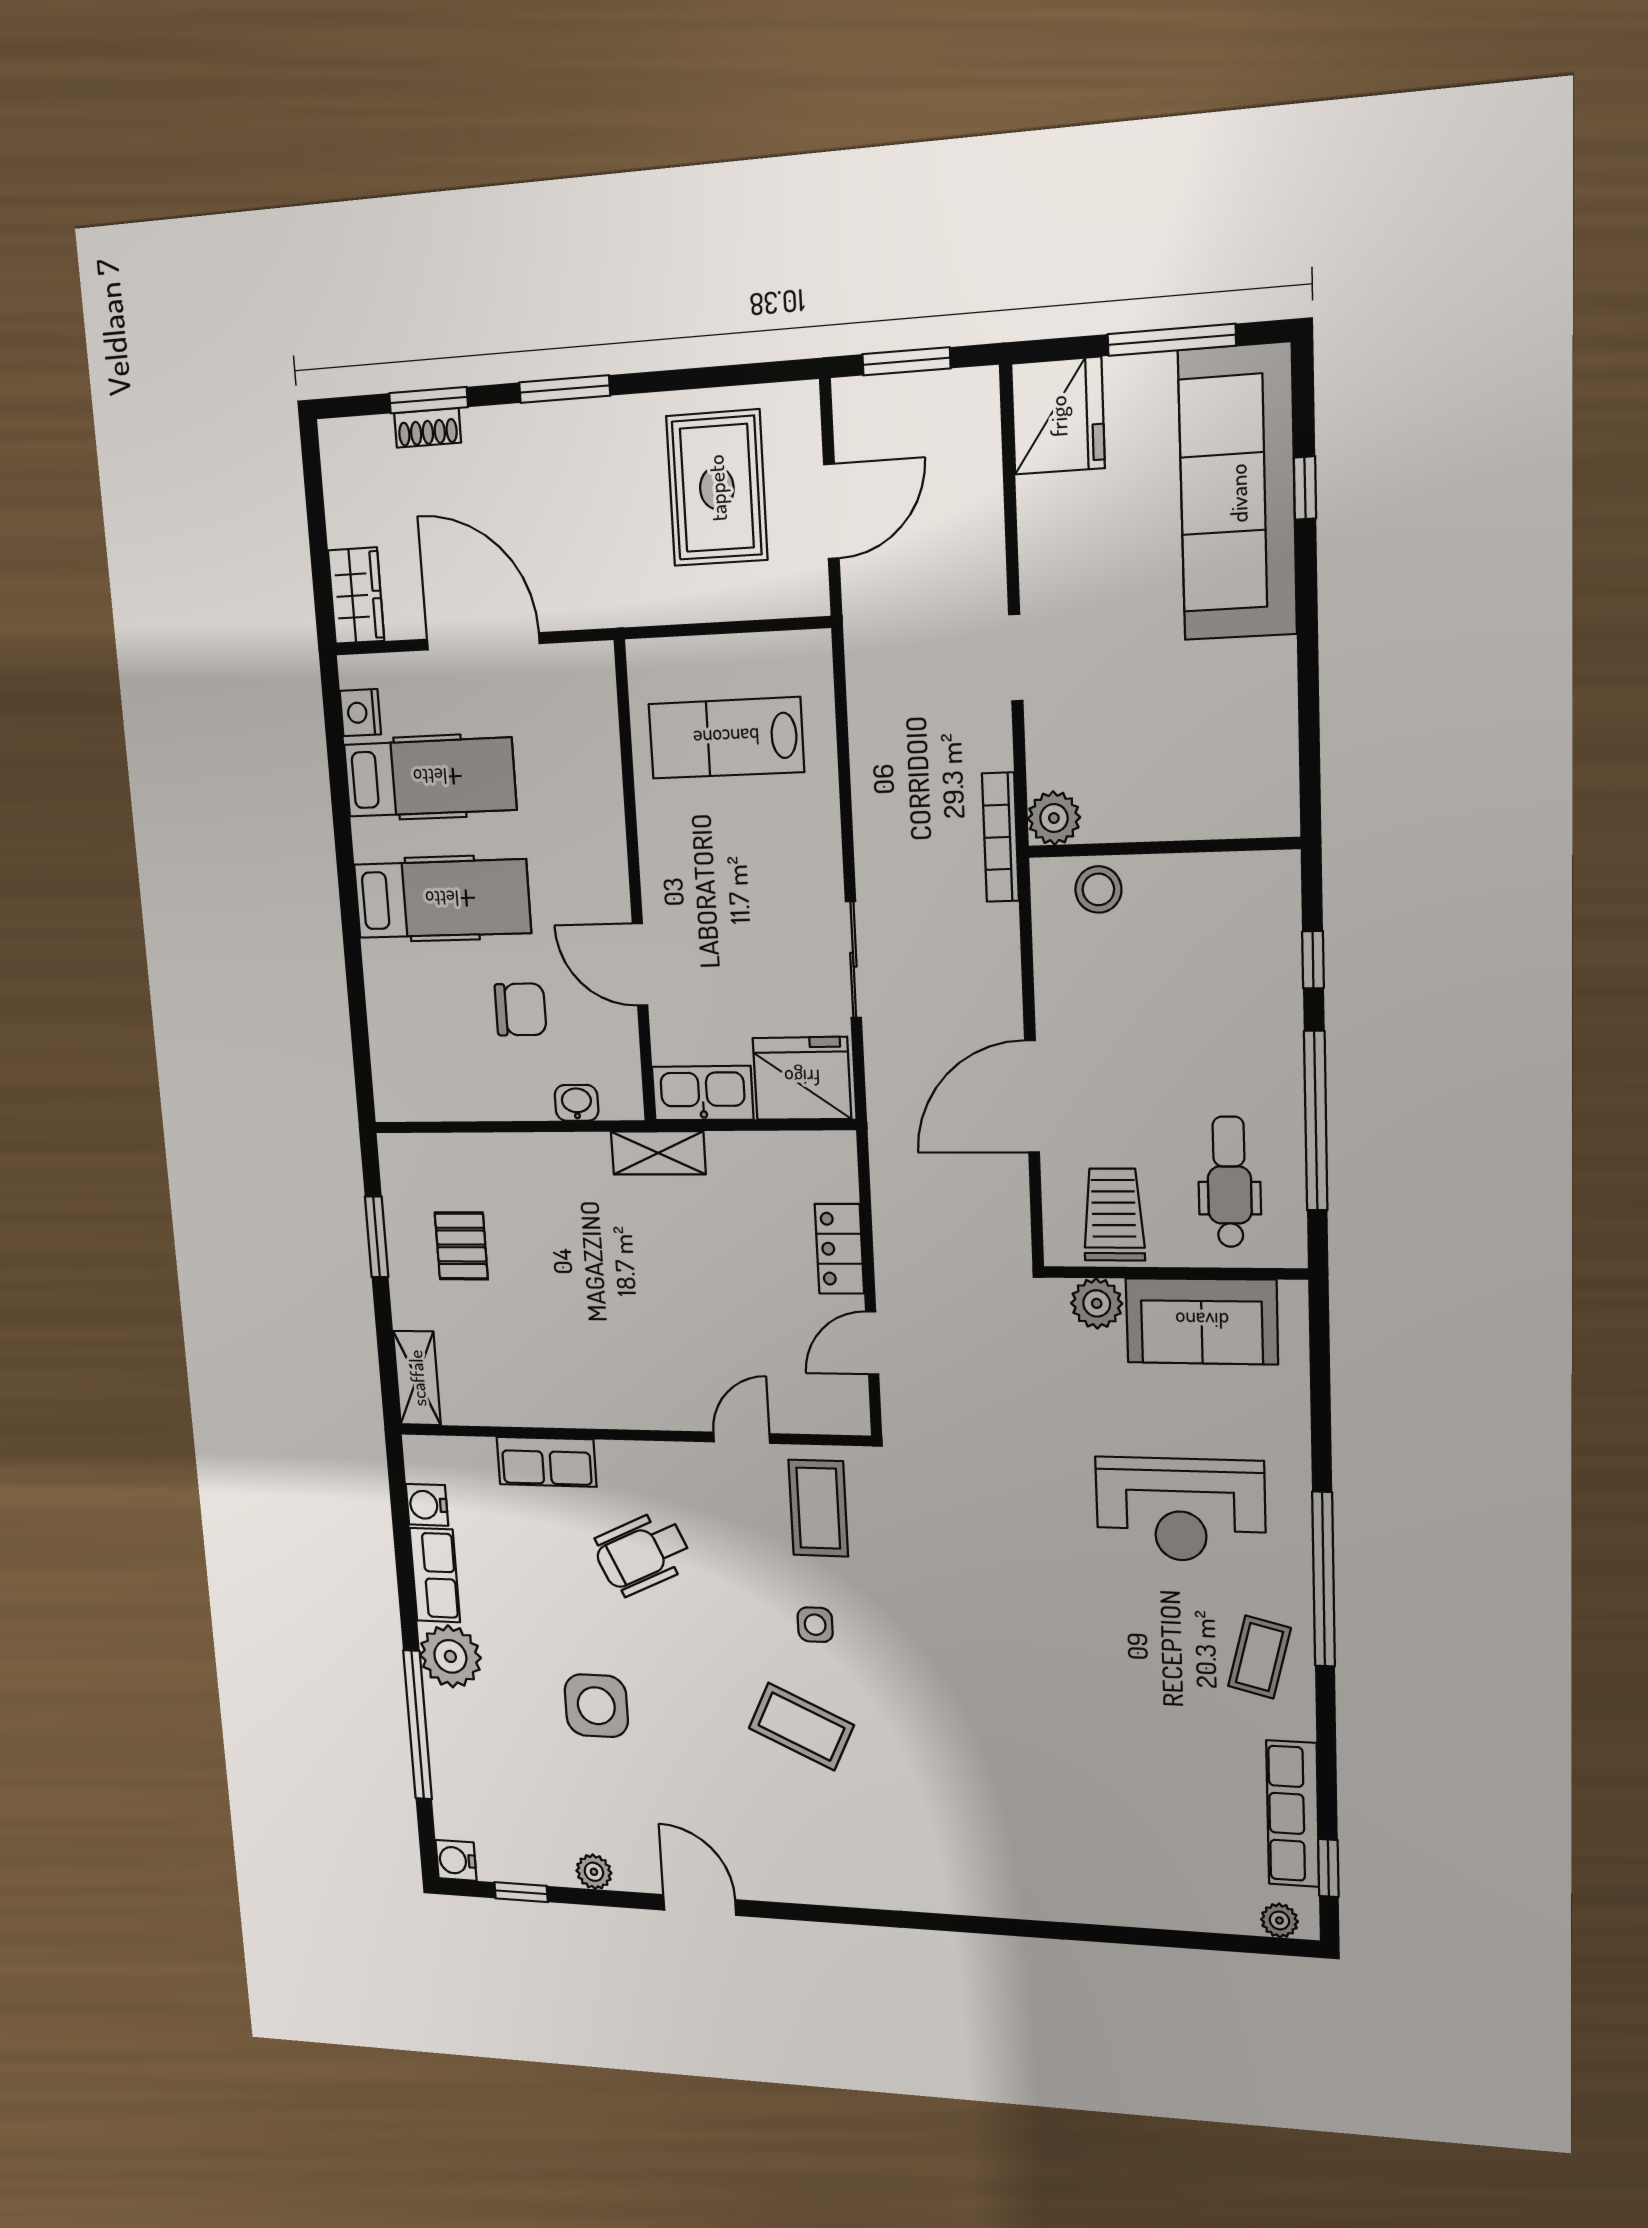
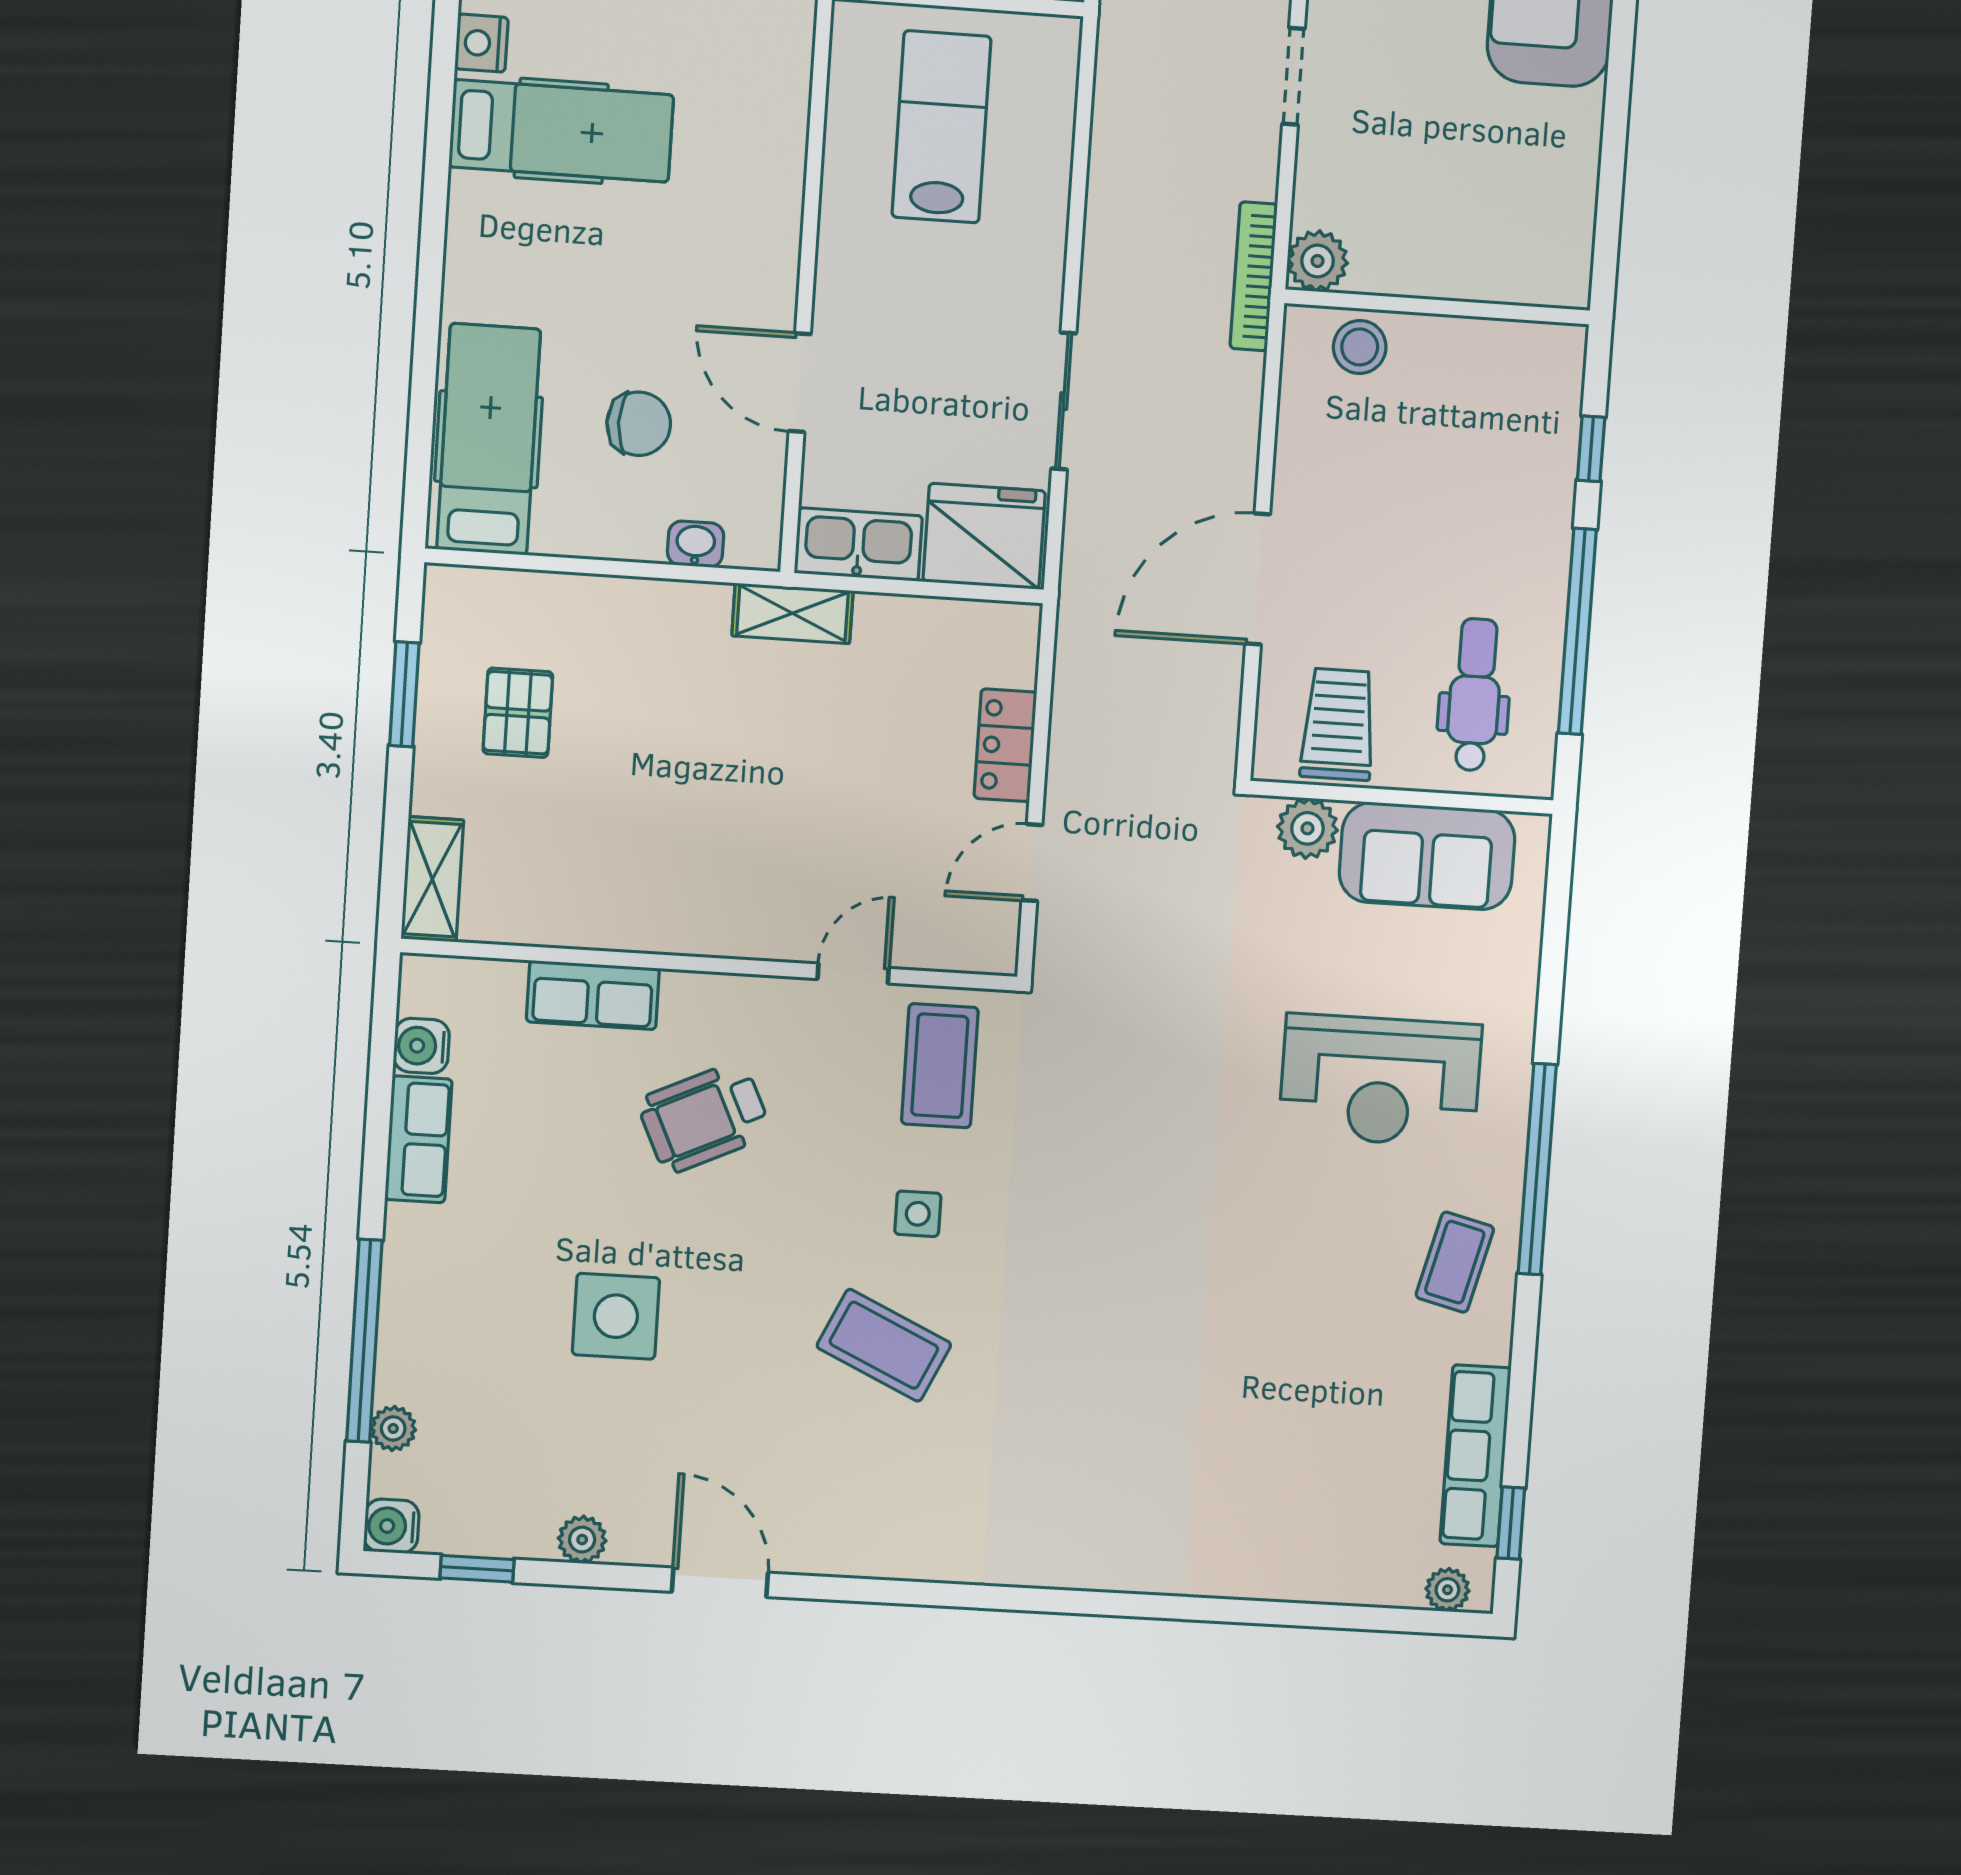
lab bench: (726, 738) -> (941, 127), turned 90
hospital bed: (442, 899) -> (489, 439), moved, turned -90
plant: (450, 1656) -> (393, 1428), moved, width x0.53, depth x0.53

